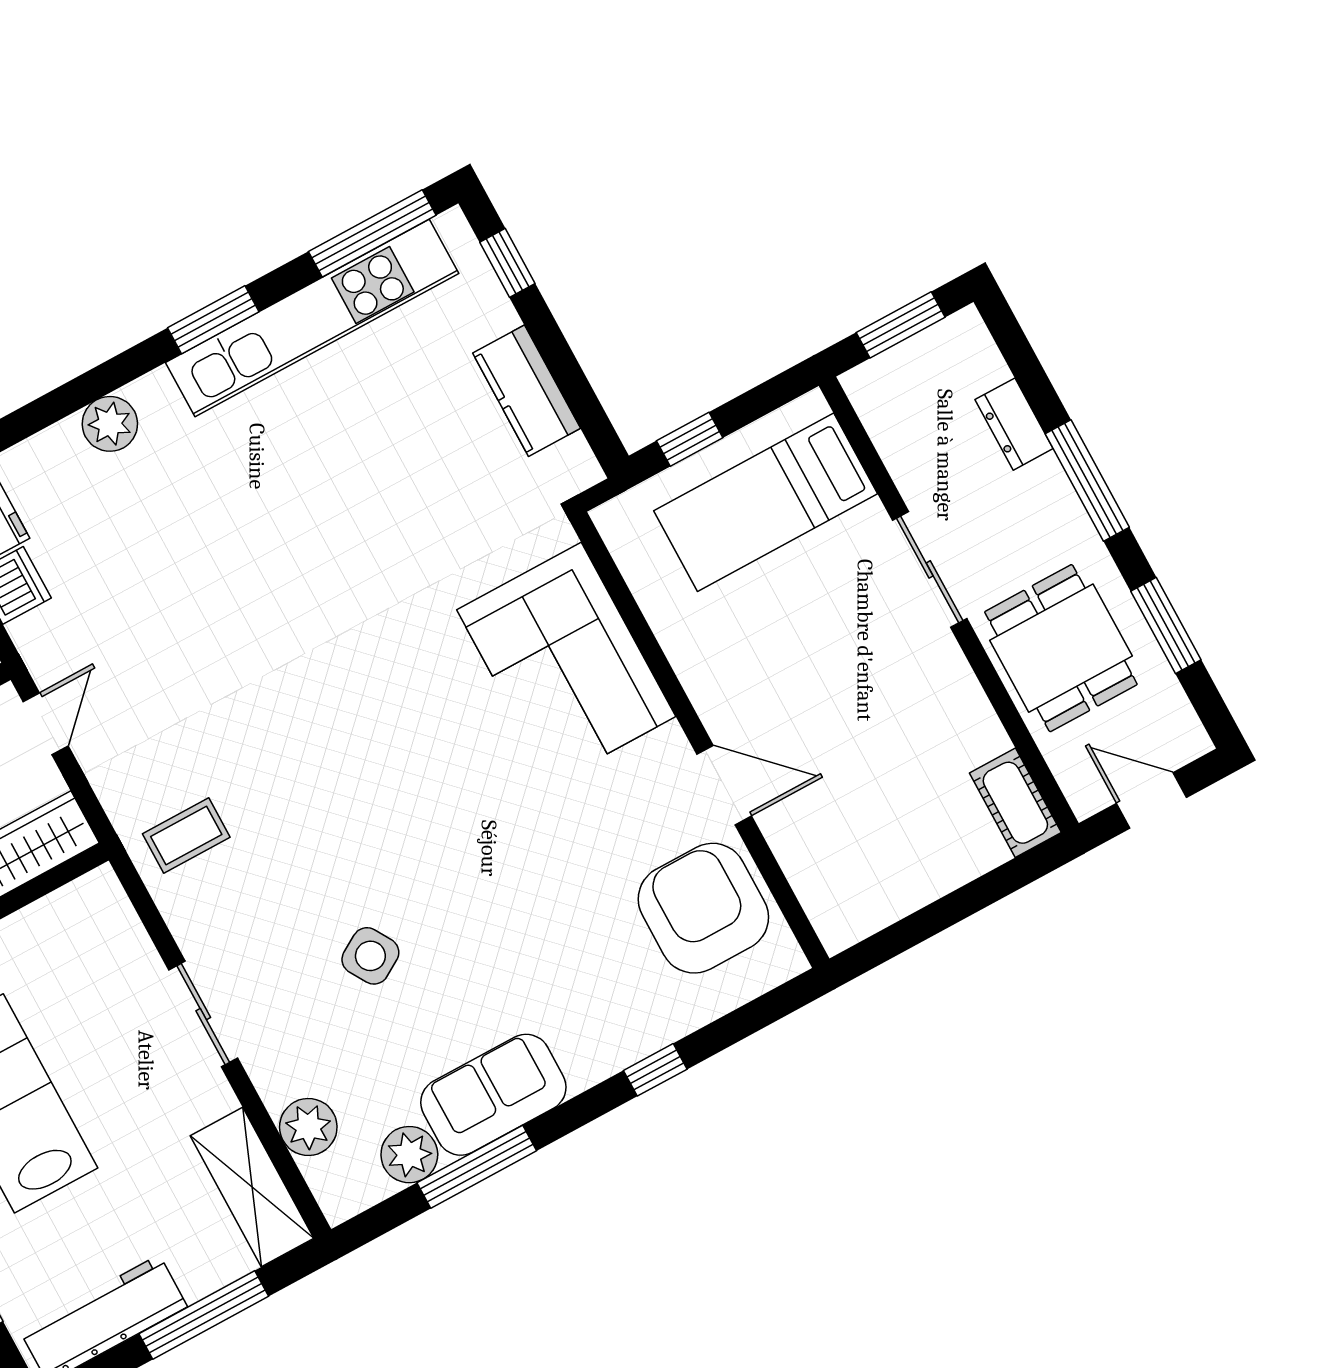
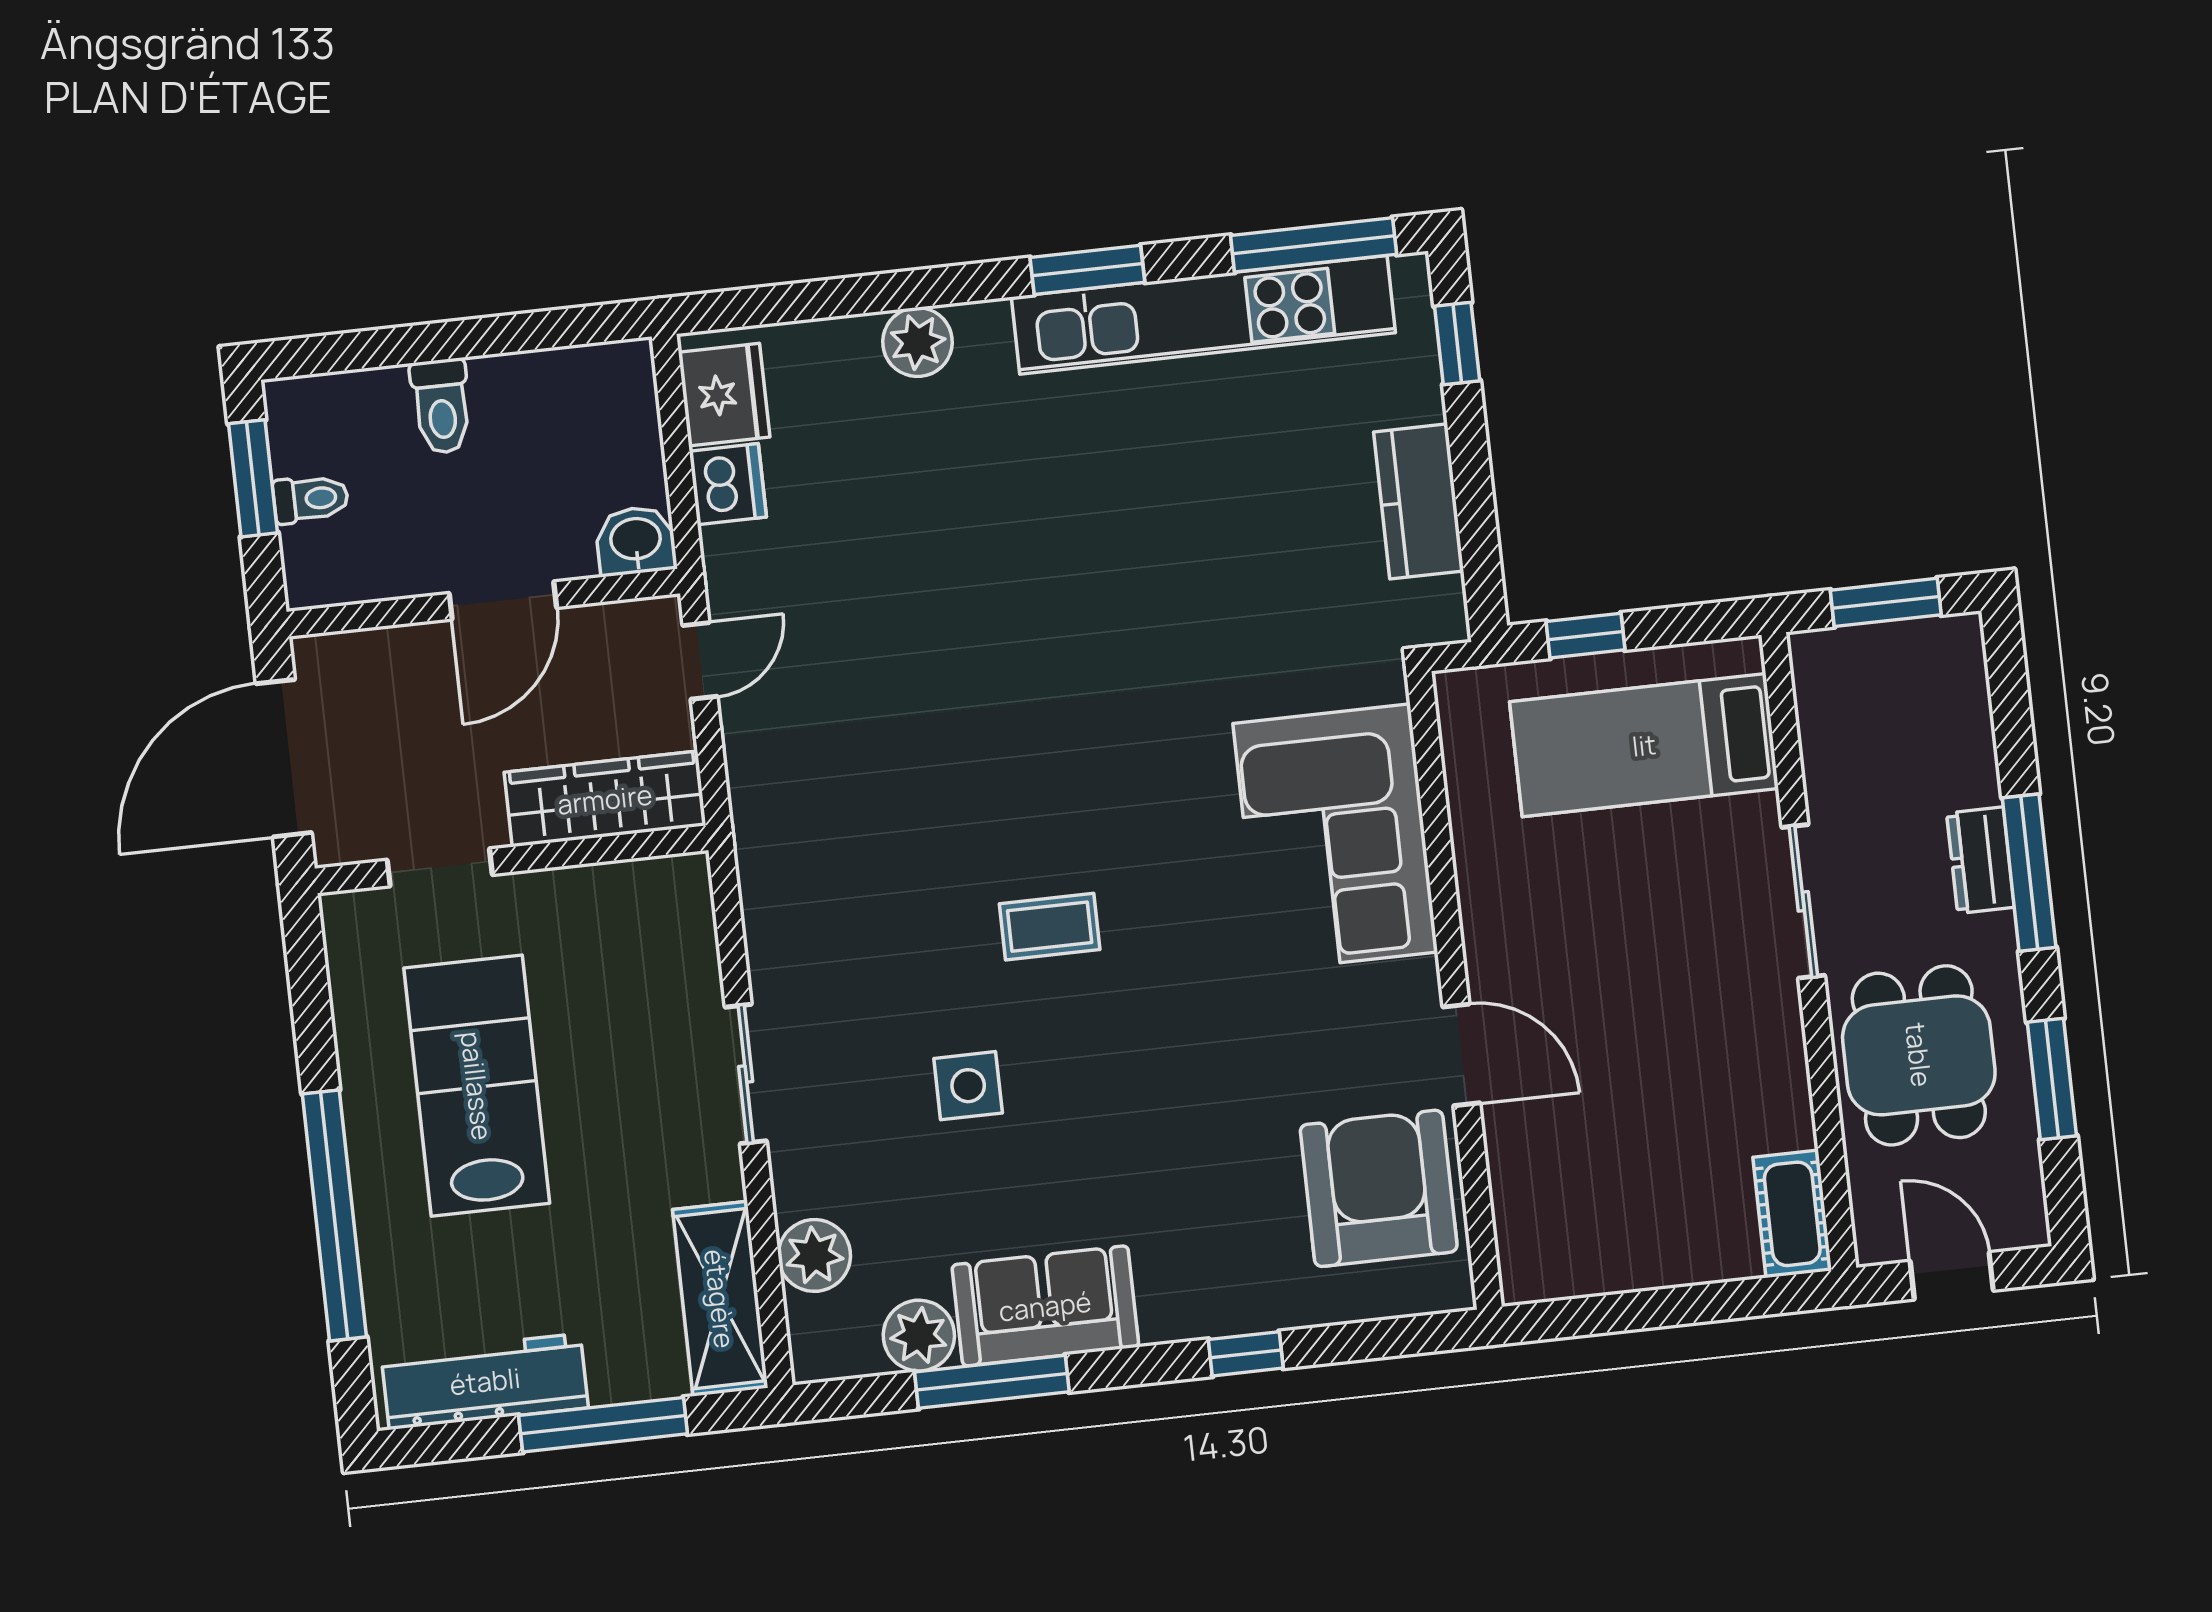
dresser: (1014, 424) -> (1980, 860), moved
coffee table: (186, 835) -> (1050, 927), moved
side table: (370, 956) -> (968, 1086), turned 31

